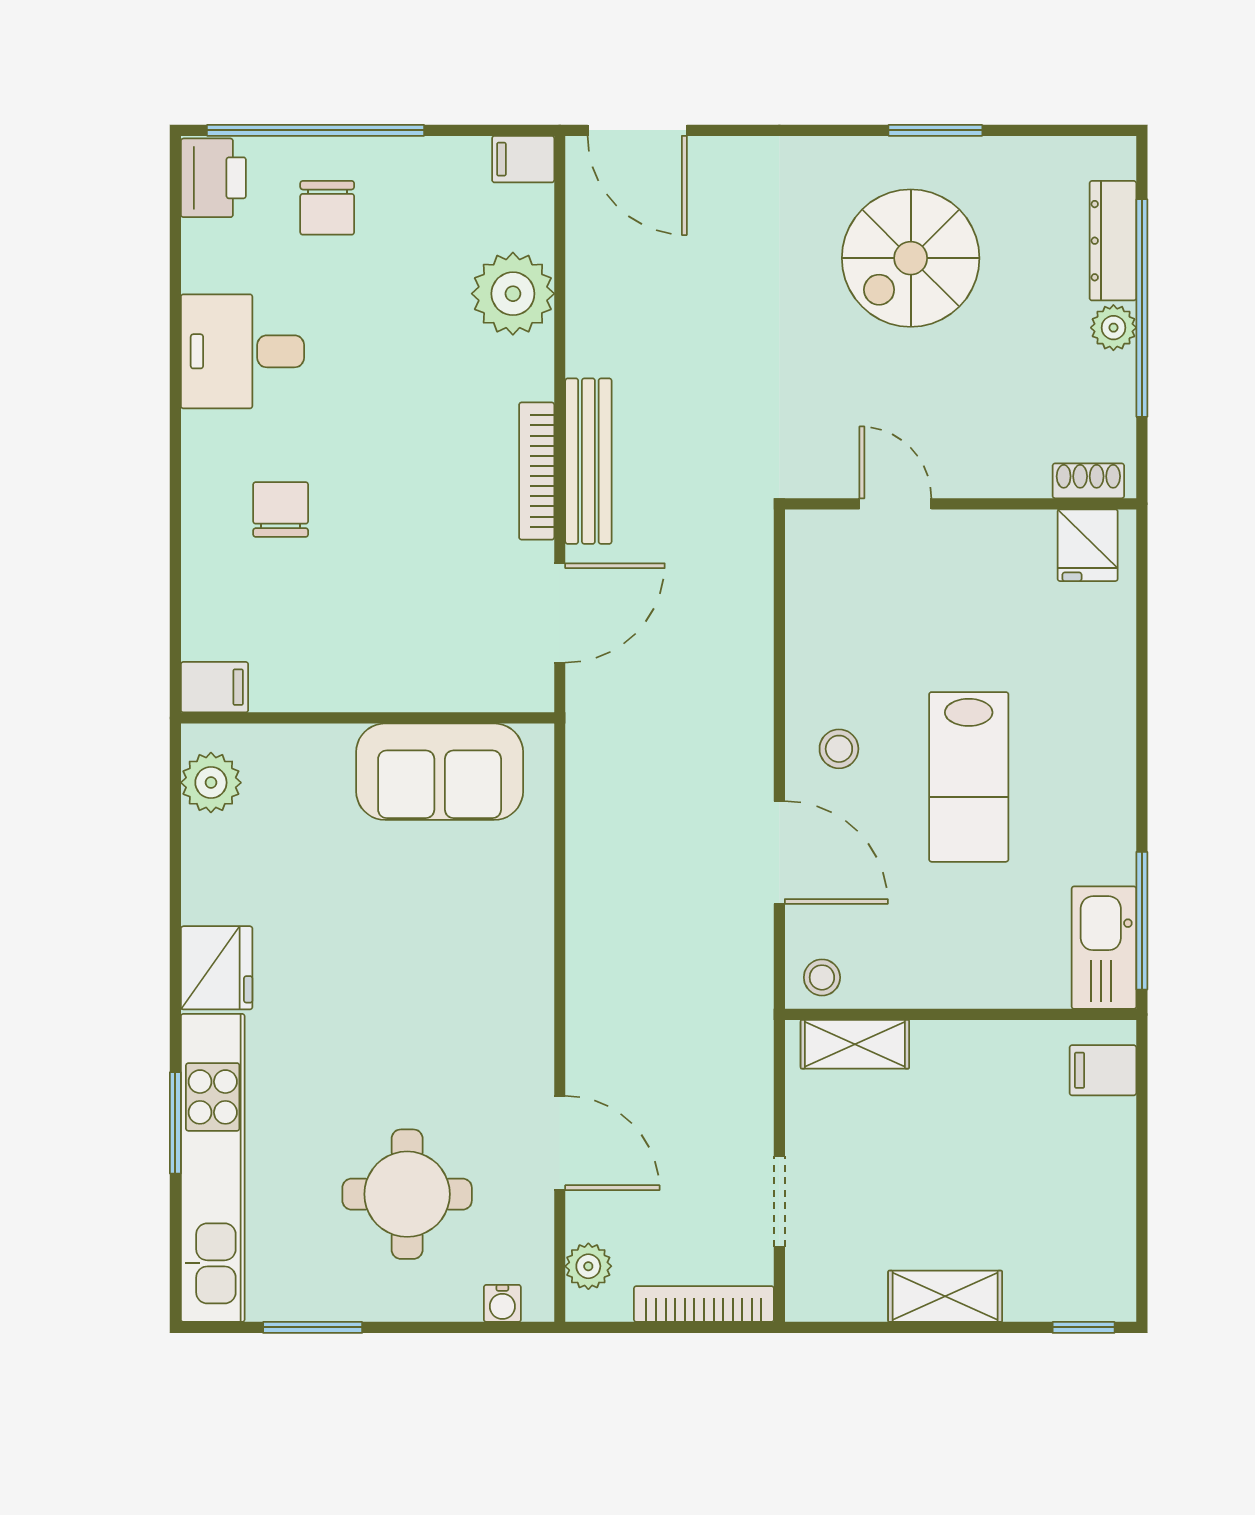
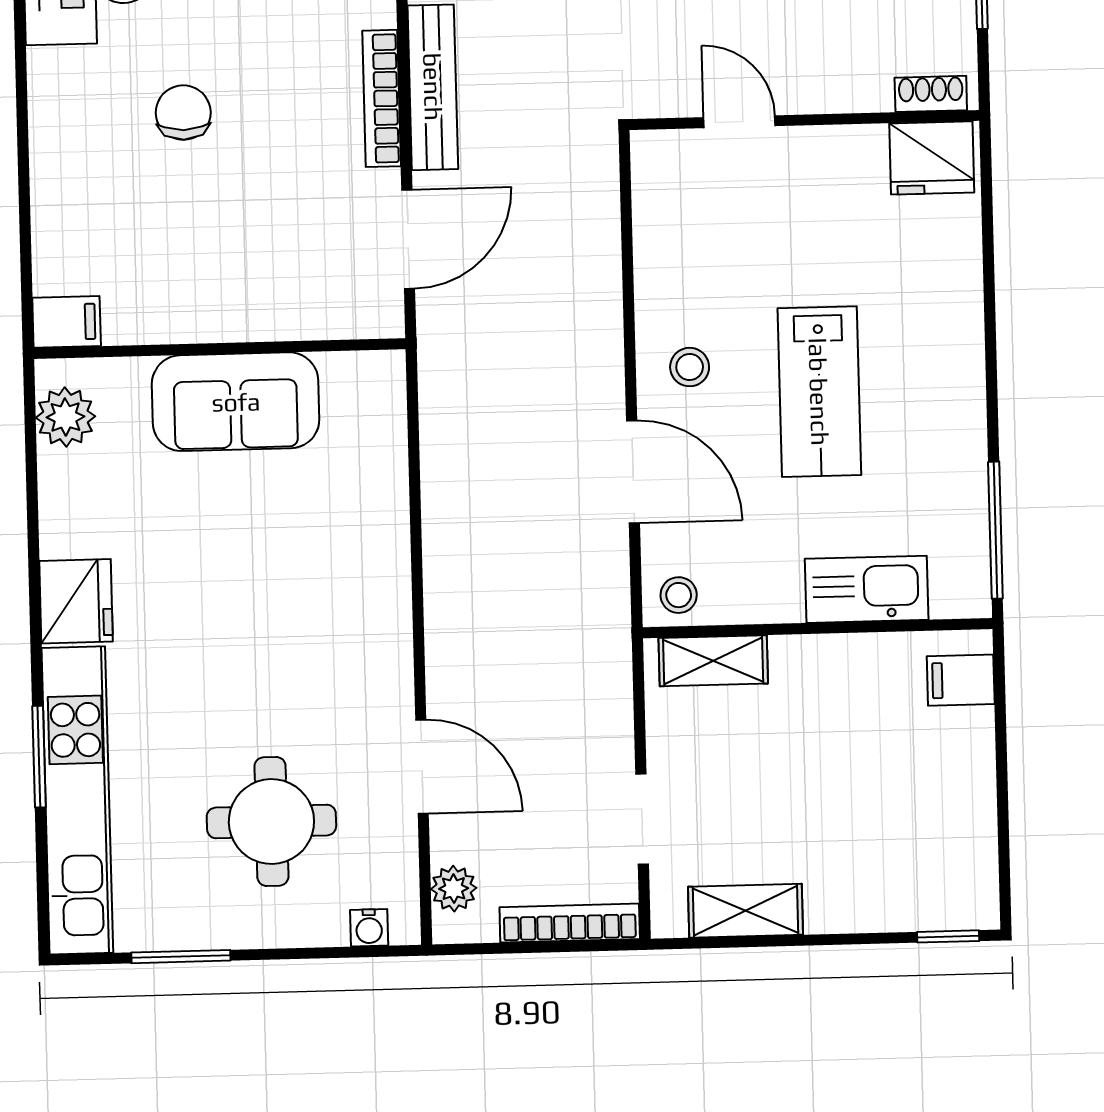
chair: (281, 509) -> (183, 113), moved
fridge: (1088, 545) -> (932, 158), width x1.38
sofa: (440, 772) -> (236, 402), moved
kitchen sink: (1104, 948) -> (867, 589), moved, turned 90
shelving: (945, 1296) -> (746, 911), moved

